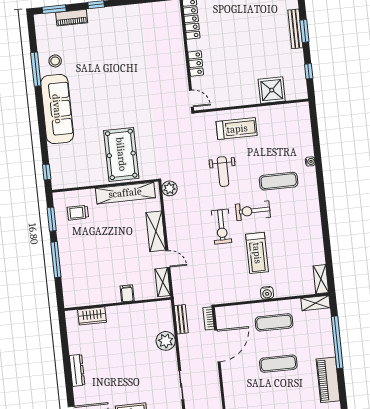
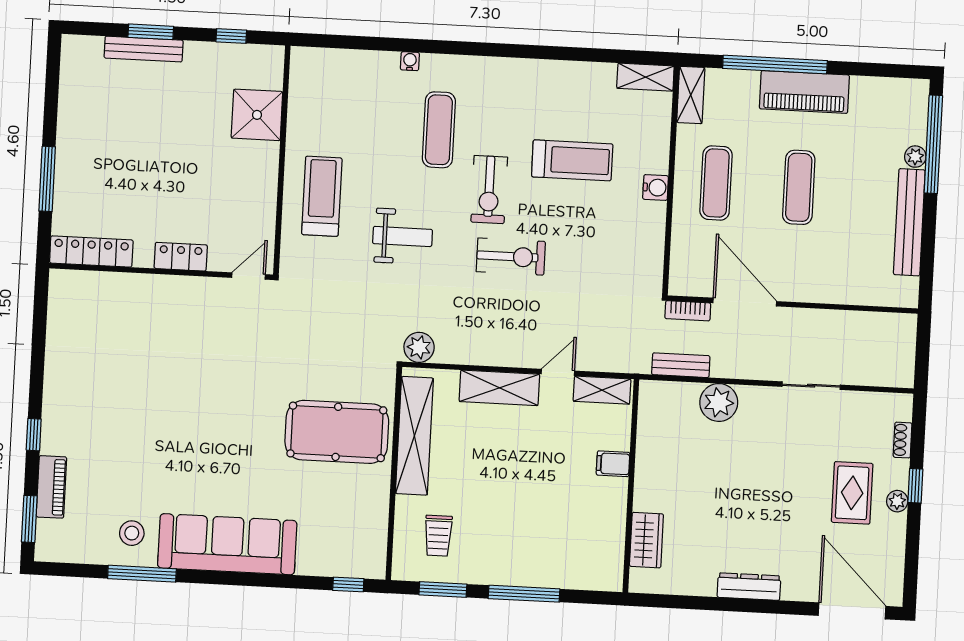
treadmill: (257, 253) -> (572, 160), moved
piano: (328, 380) -> (804, 92), moved

